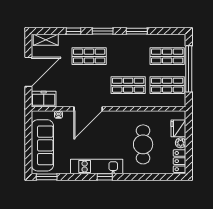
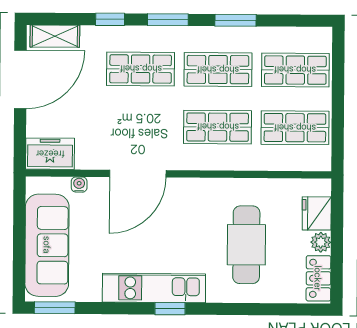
shop shelf: (128, 56) -> (218, 70), added
window: (189, 69) -> (338, 96), removed
door: (28, 72) -> (20, 79), moved

